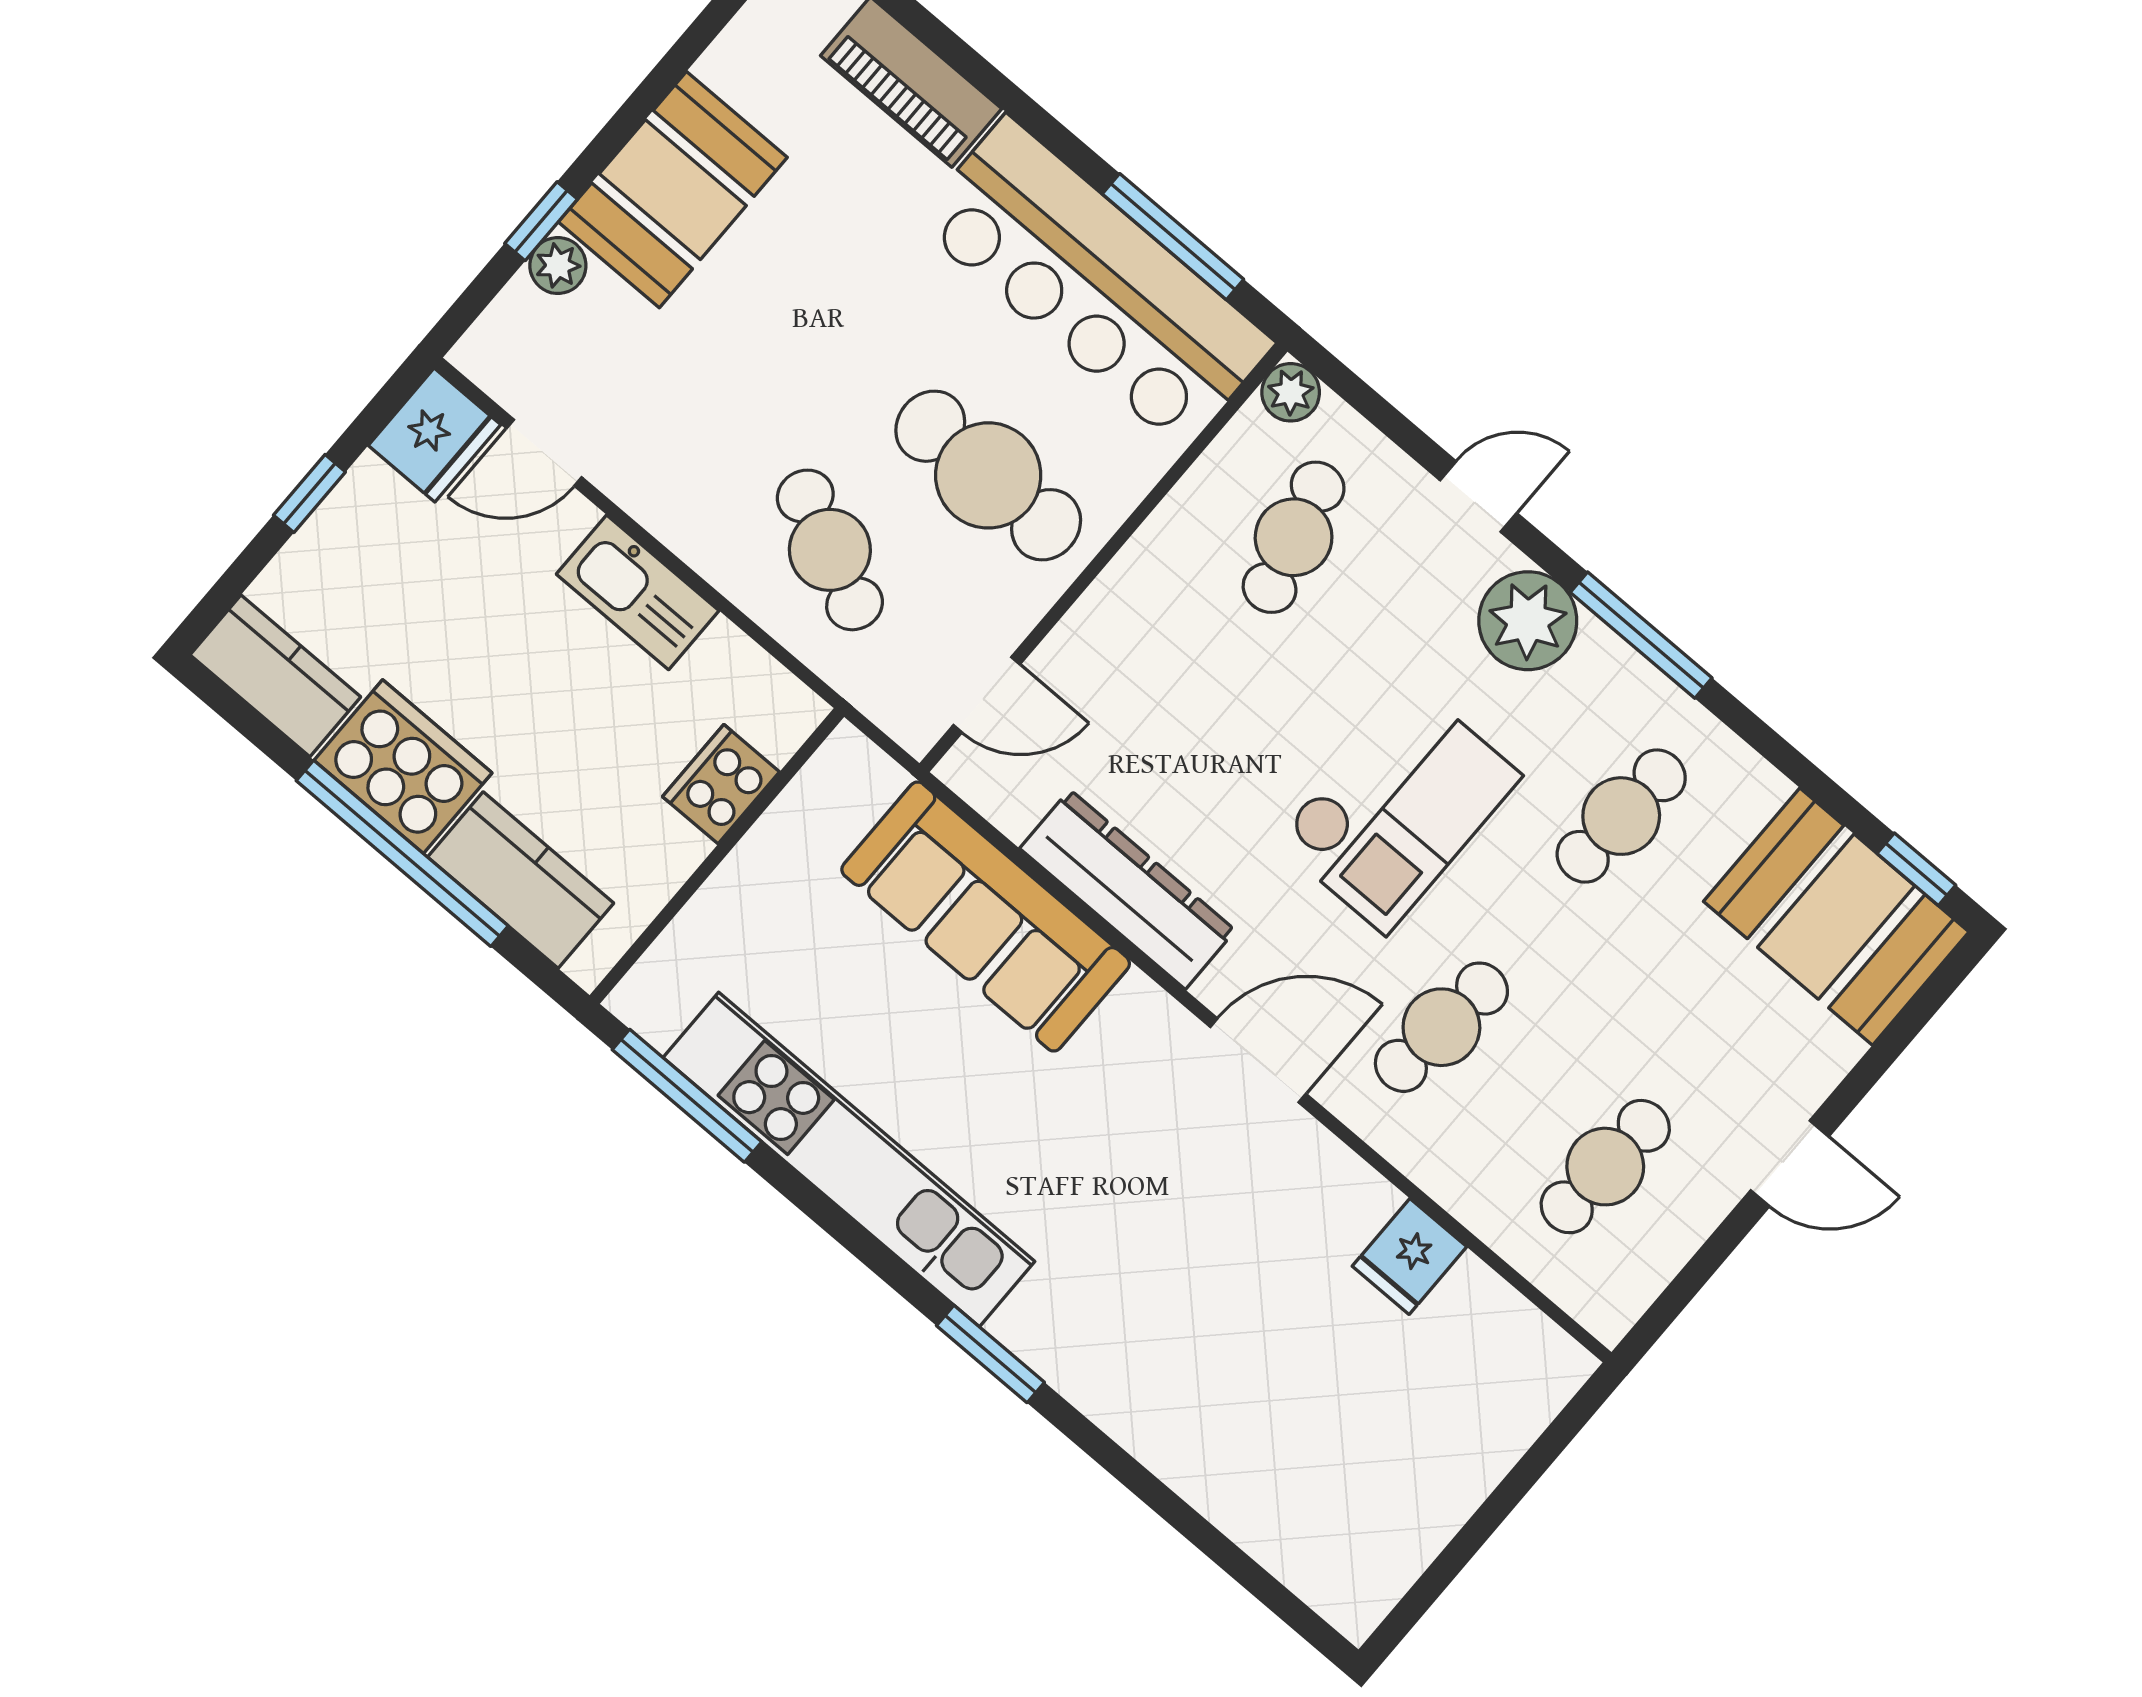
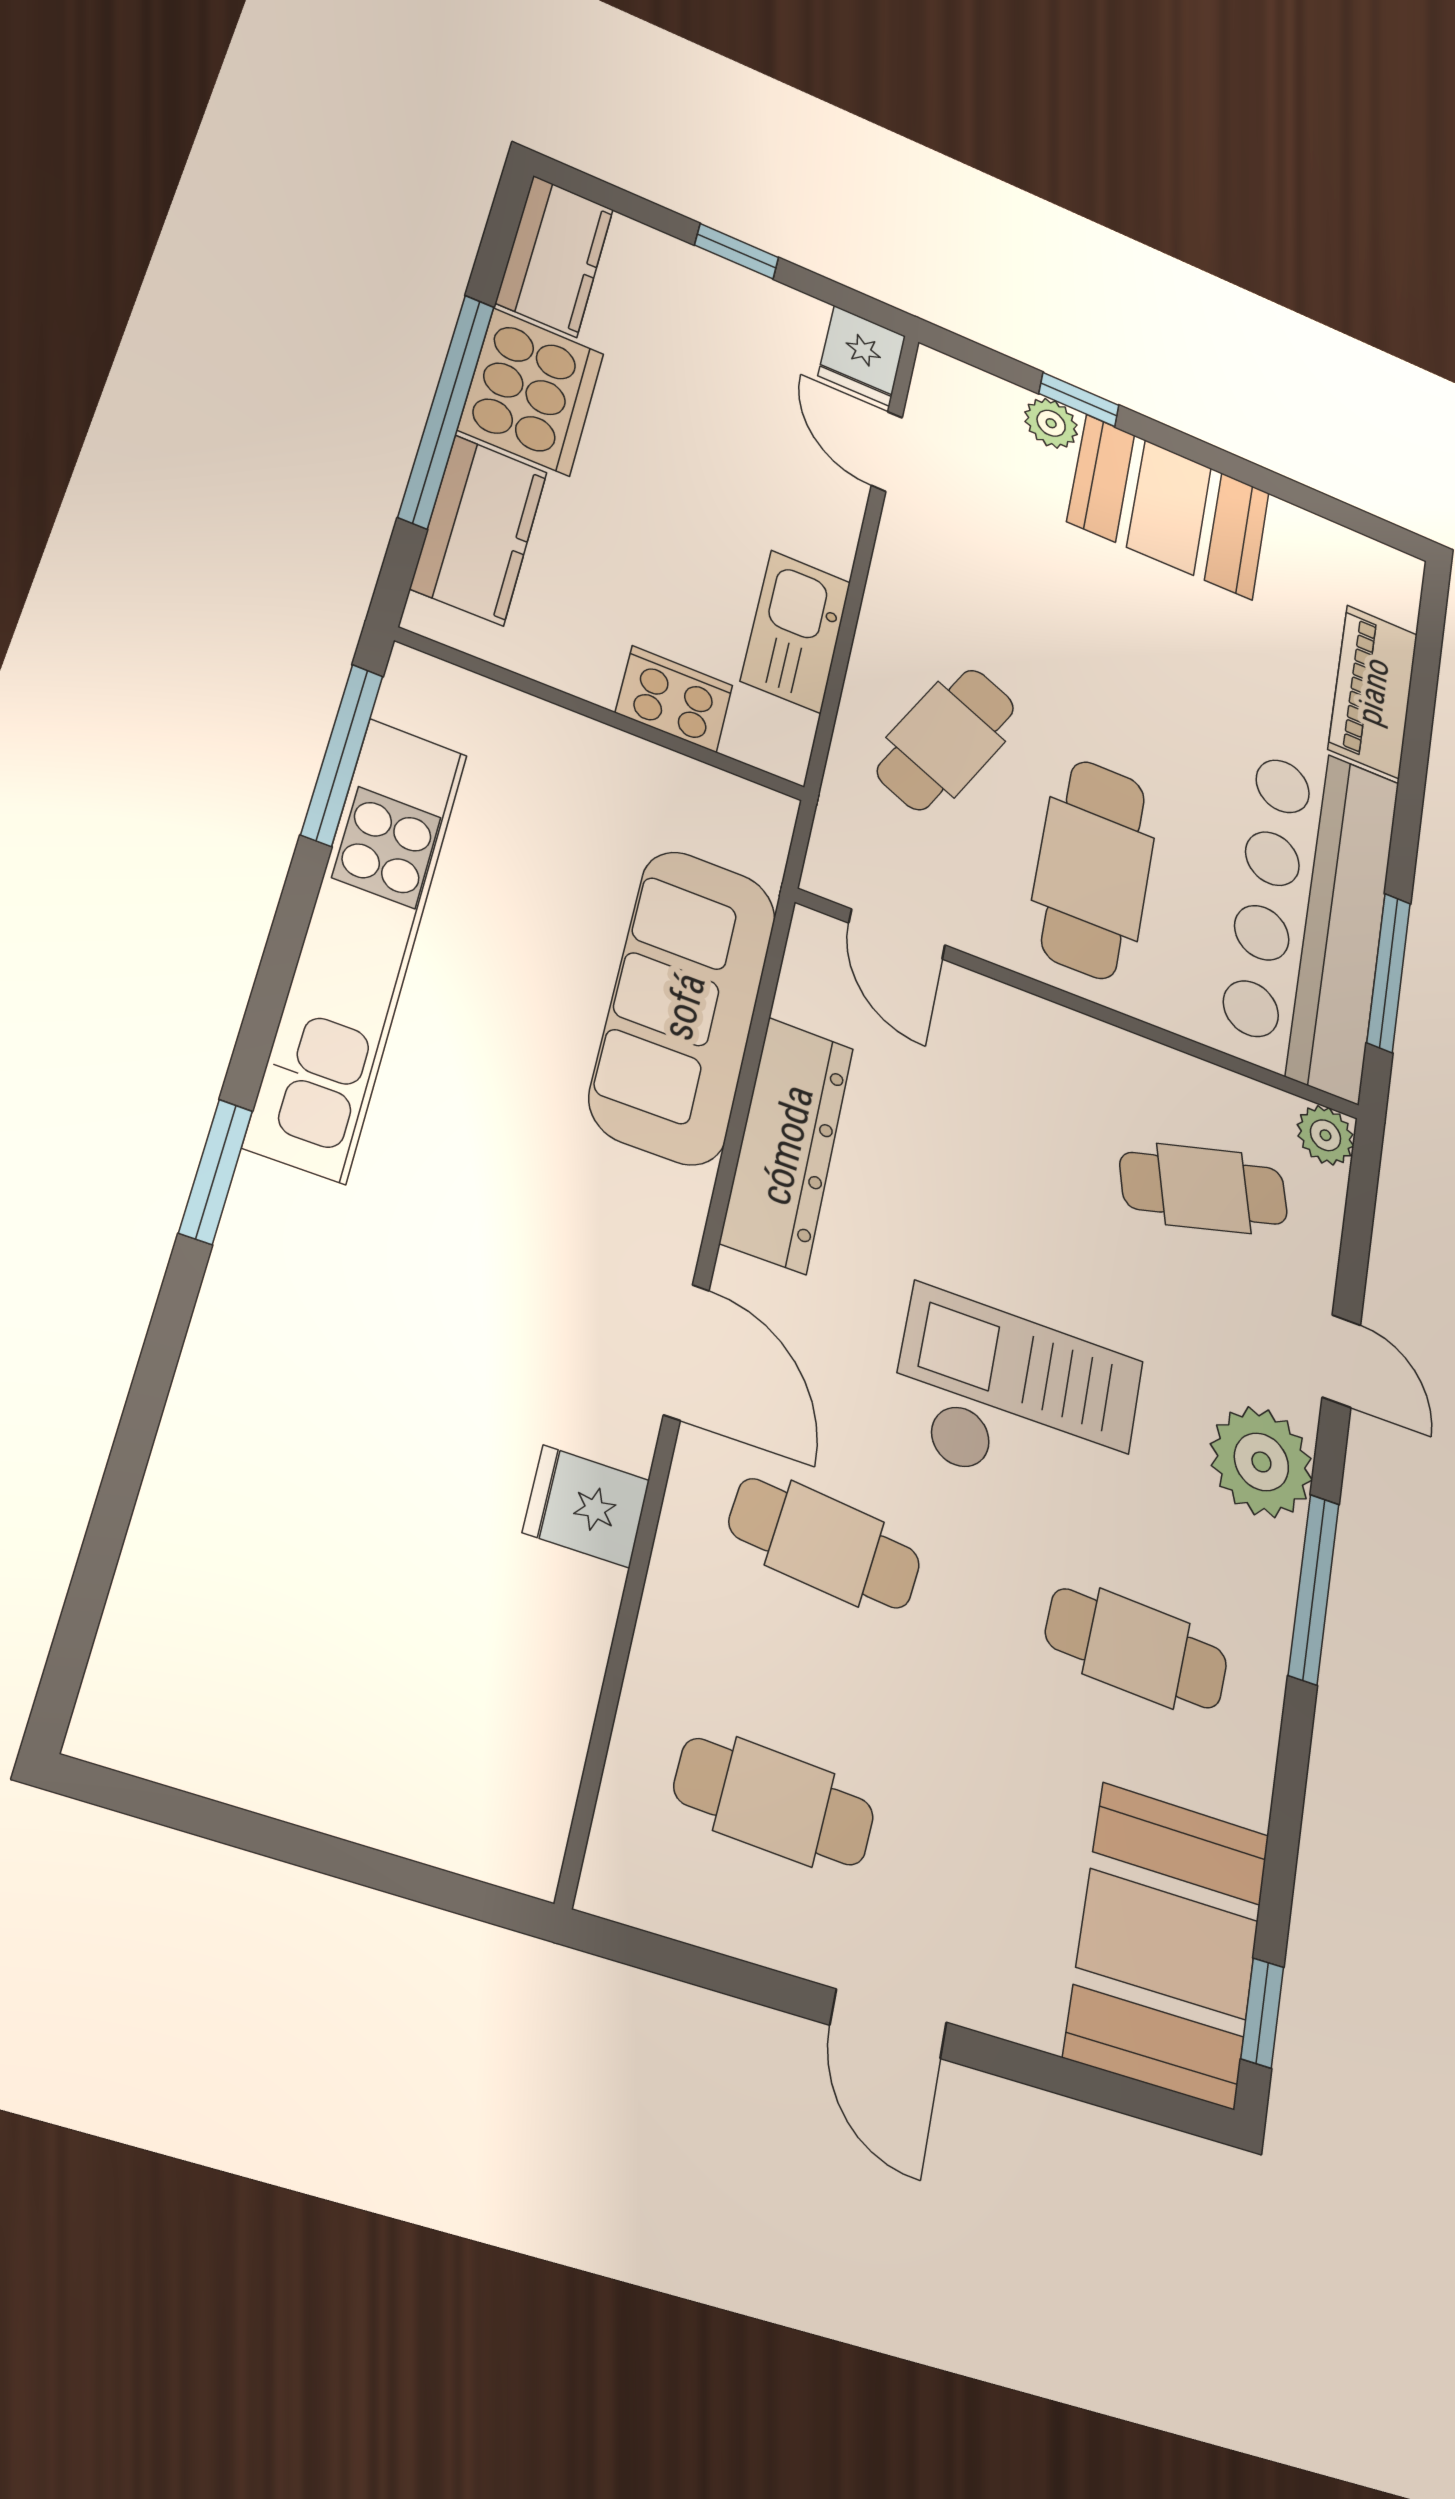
fridge: (434, 435) -> (862, 356), width x0.72
kitchen sink: (638, 592) -> (796, 631), moved
checkout: (1398, 808) -> (1016, 1401), turned 180
fridge: (1409, 1256) -> (586, 1506), moved

